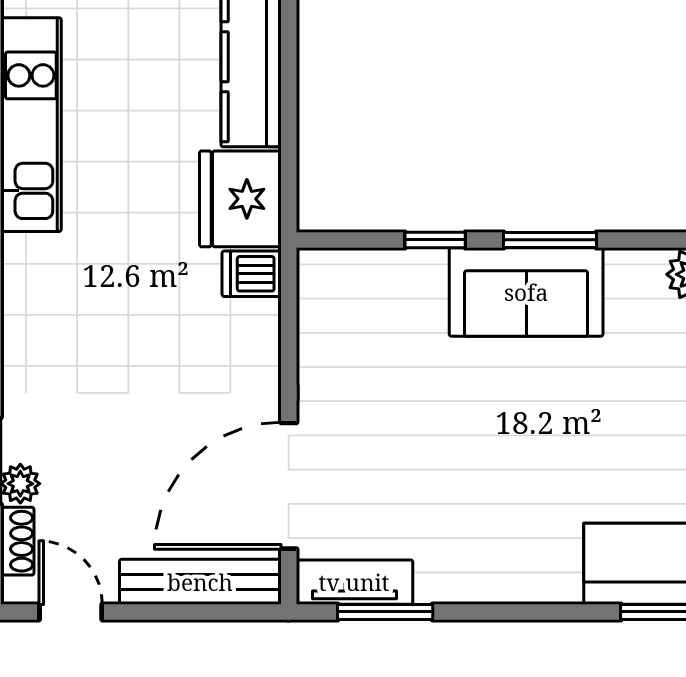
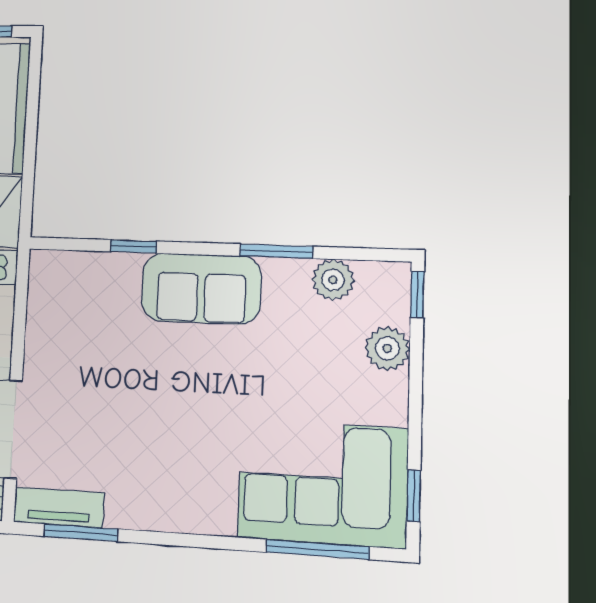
window: (550, 240) -> (276, 251), moved

